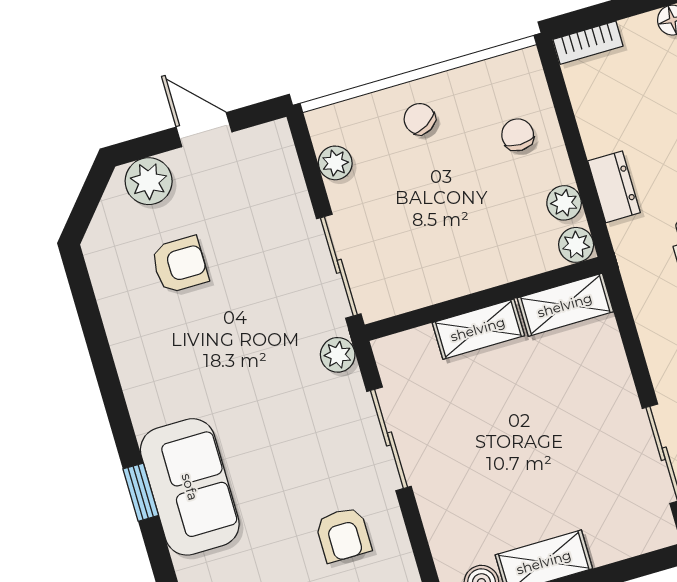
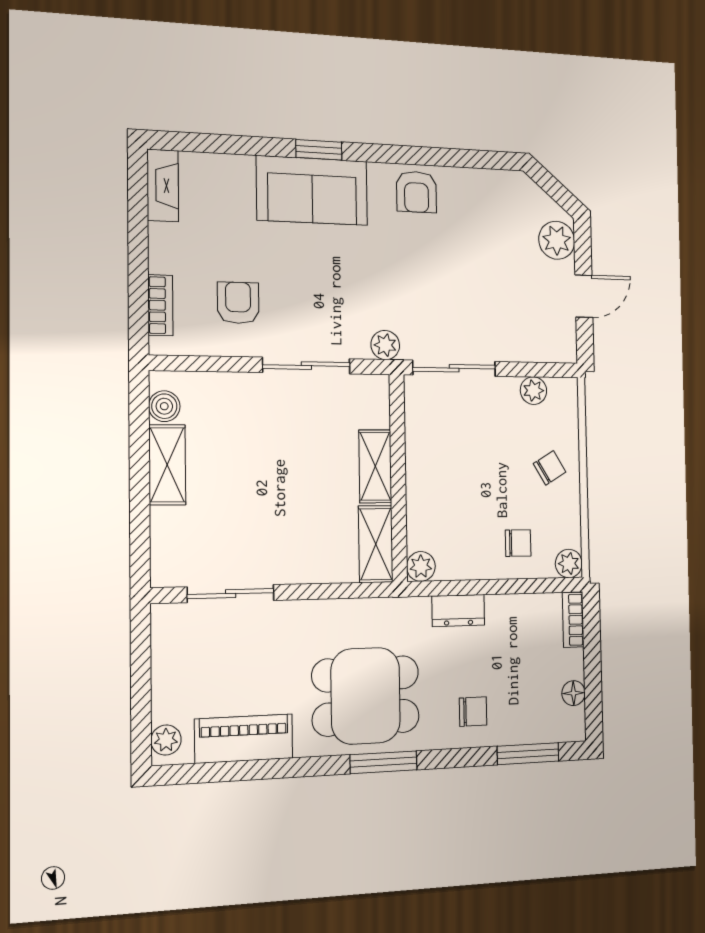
plant: (564, 203) -> (569, 563), moved
armchair: (180, 265) -> (416, 192), moved
armchair: (343, 535) -> (238, 303), turned 90

